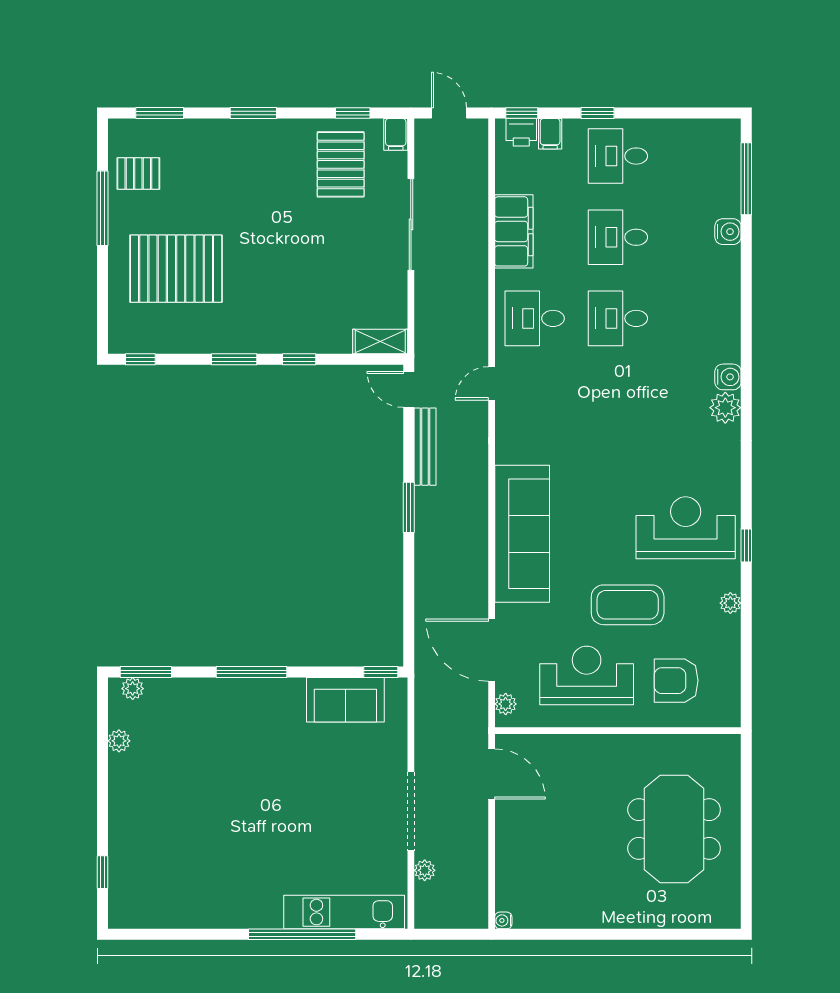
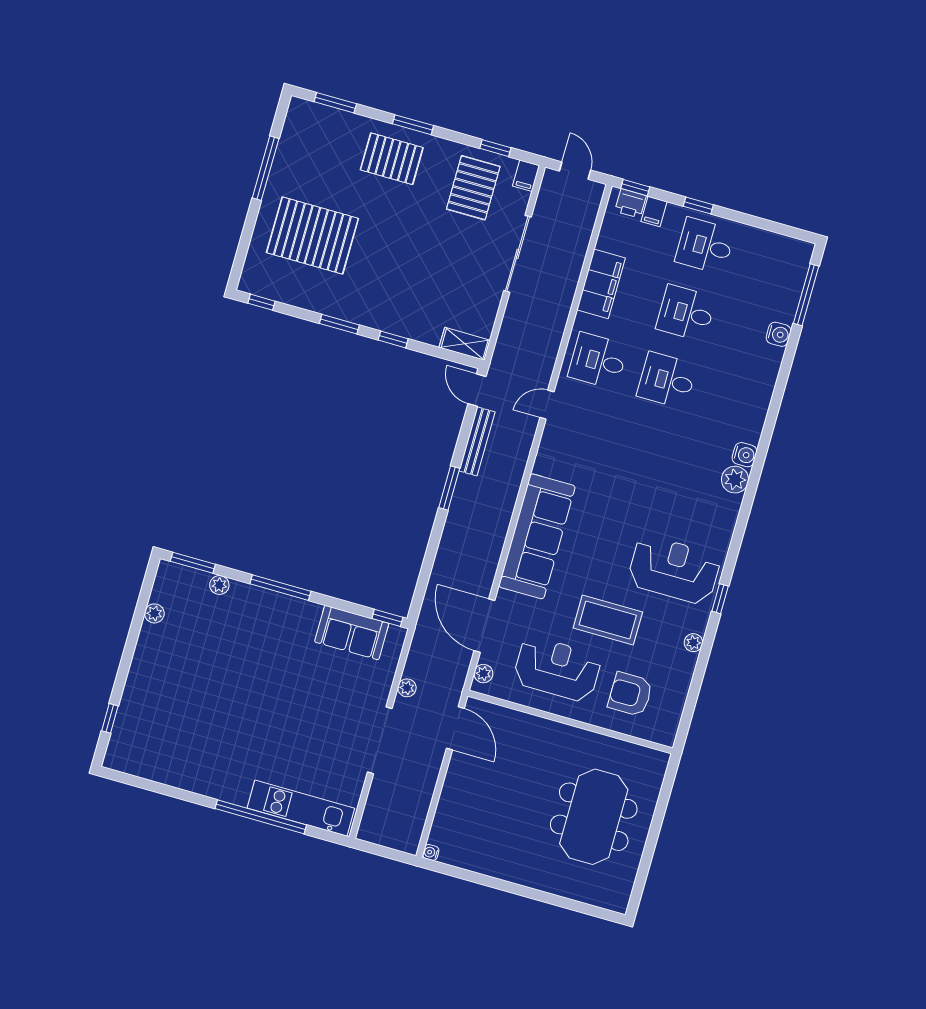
pallet: (138, 174) -> (392, 159), moved, width x1.50, depth x1.42
plant: (133, 689) -> (219, 585), moved
plant: (425, 870) -> (407, 688), moved

